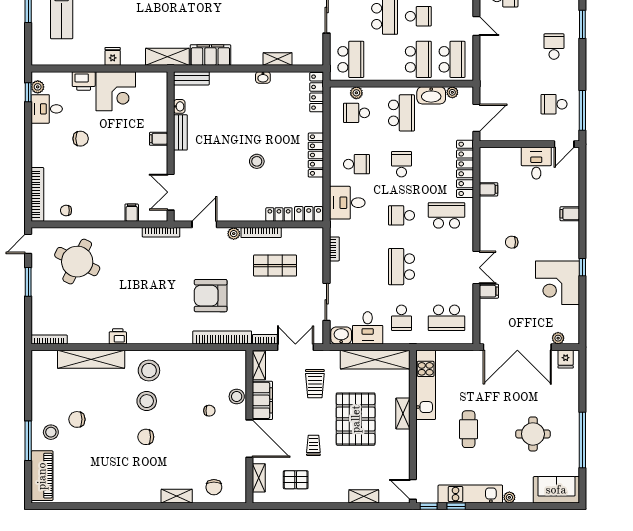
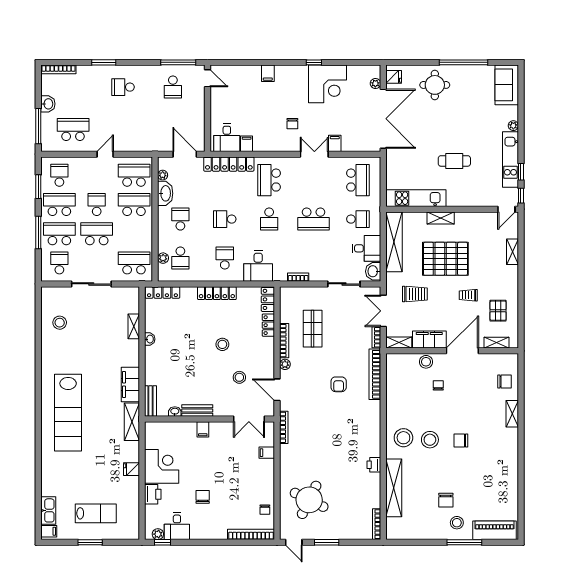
school desk: (401, 113) -> (180, 219), width x0.54
desk: (536, 163) -> (227, 138), moved, turned -90
stool: (219, 181) -> (239, 377), added
armchair: (211, 296) -> (339, 384), width x0.53, depth x0.53
round table: (533, 434) -> (435, 85), moved
chair: (146, 437) -> (461, 440), turned 90

